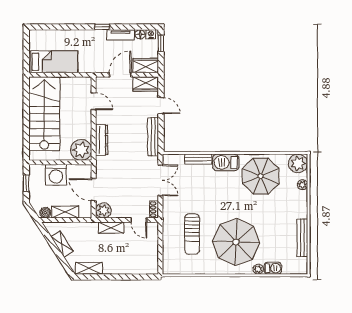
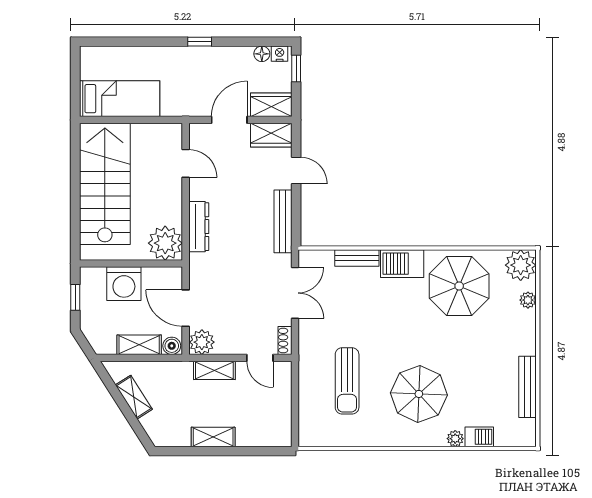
tv unit: (121, 35) -> (230, 55), removed
boiler: (45, 213) -> (172, 346), moved
parasol: (236, 242) -> (419, 394), width x0.73, depth x0.73
shelving: (89, 268) -> (213, 437), moved

